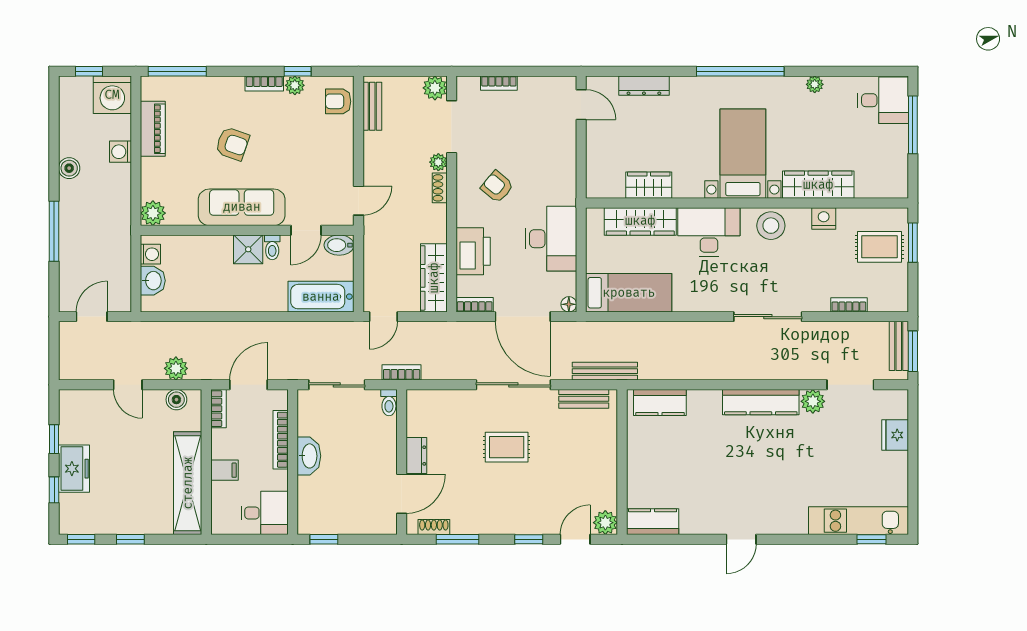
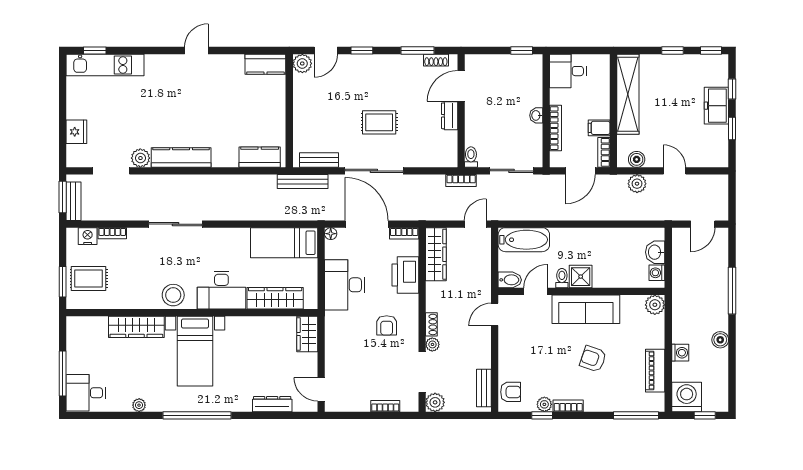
wardrobe: (649, 185) -> (307, 334), moved, turned 90
armchair: (497, 187) -> (387, 325), turned 50
nightstand: (824, 218) -> (88, 236), moved, turned 180
washbasin: (309, 456) -> (536, 115), width x0.52, depth x0.69
filing cabinet: (225, 470) -> (599, 128), moved

